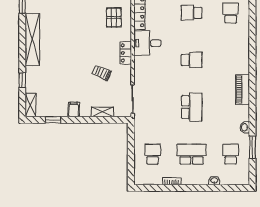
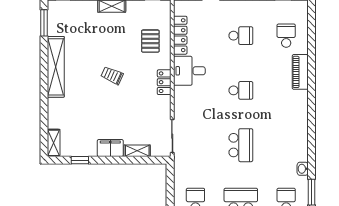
school desk: (192, 13) -> (241, 36), turned 180
trolley: (102, 73) -> (112, 75), moved
window: (22, 80) -> (44, 114), removed
piano: (243, 89) -> (300, 72), moved
filing cabinet: (74, 110) -> (110, 148), width x2.00

